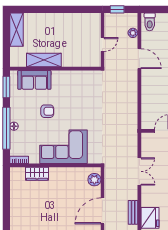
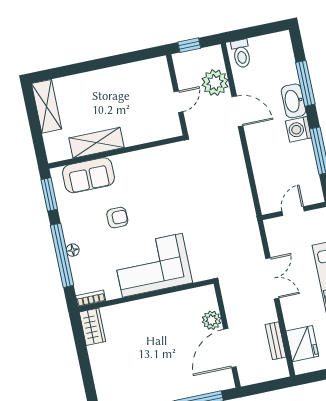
plant: (133, 33) -> (215, 83), width x1.88, depth x1.88
wardrobe: (37, 174) -> (92, 327), moved, turned -90
plant: (94, 180) -> (212, 320), moved

